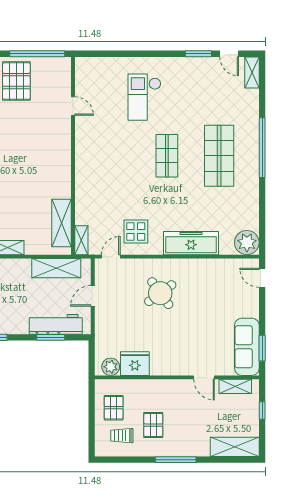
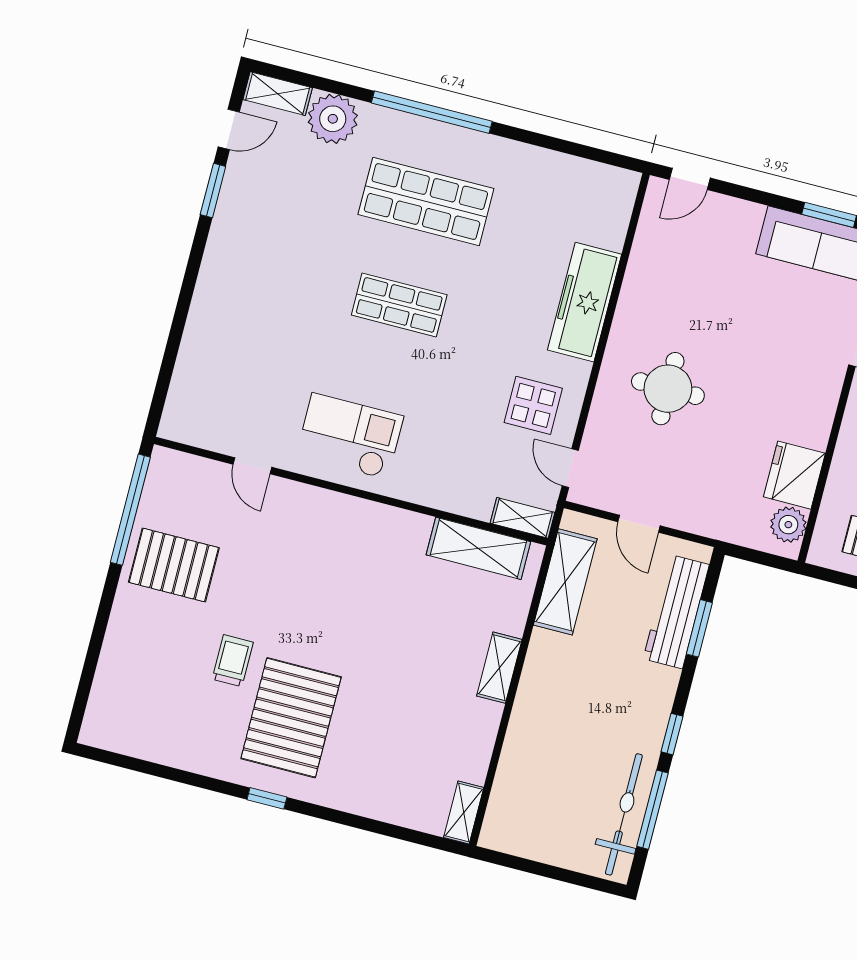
checkout: (144, 97) -> (350, 436), moved, turned 180
door: (73, 106) -> (252, 466), swing flipped
plant: (247, 243) -> (333, 119), moved
round table: (160, 293) -> (668, 389), turned 36

